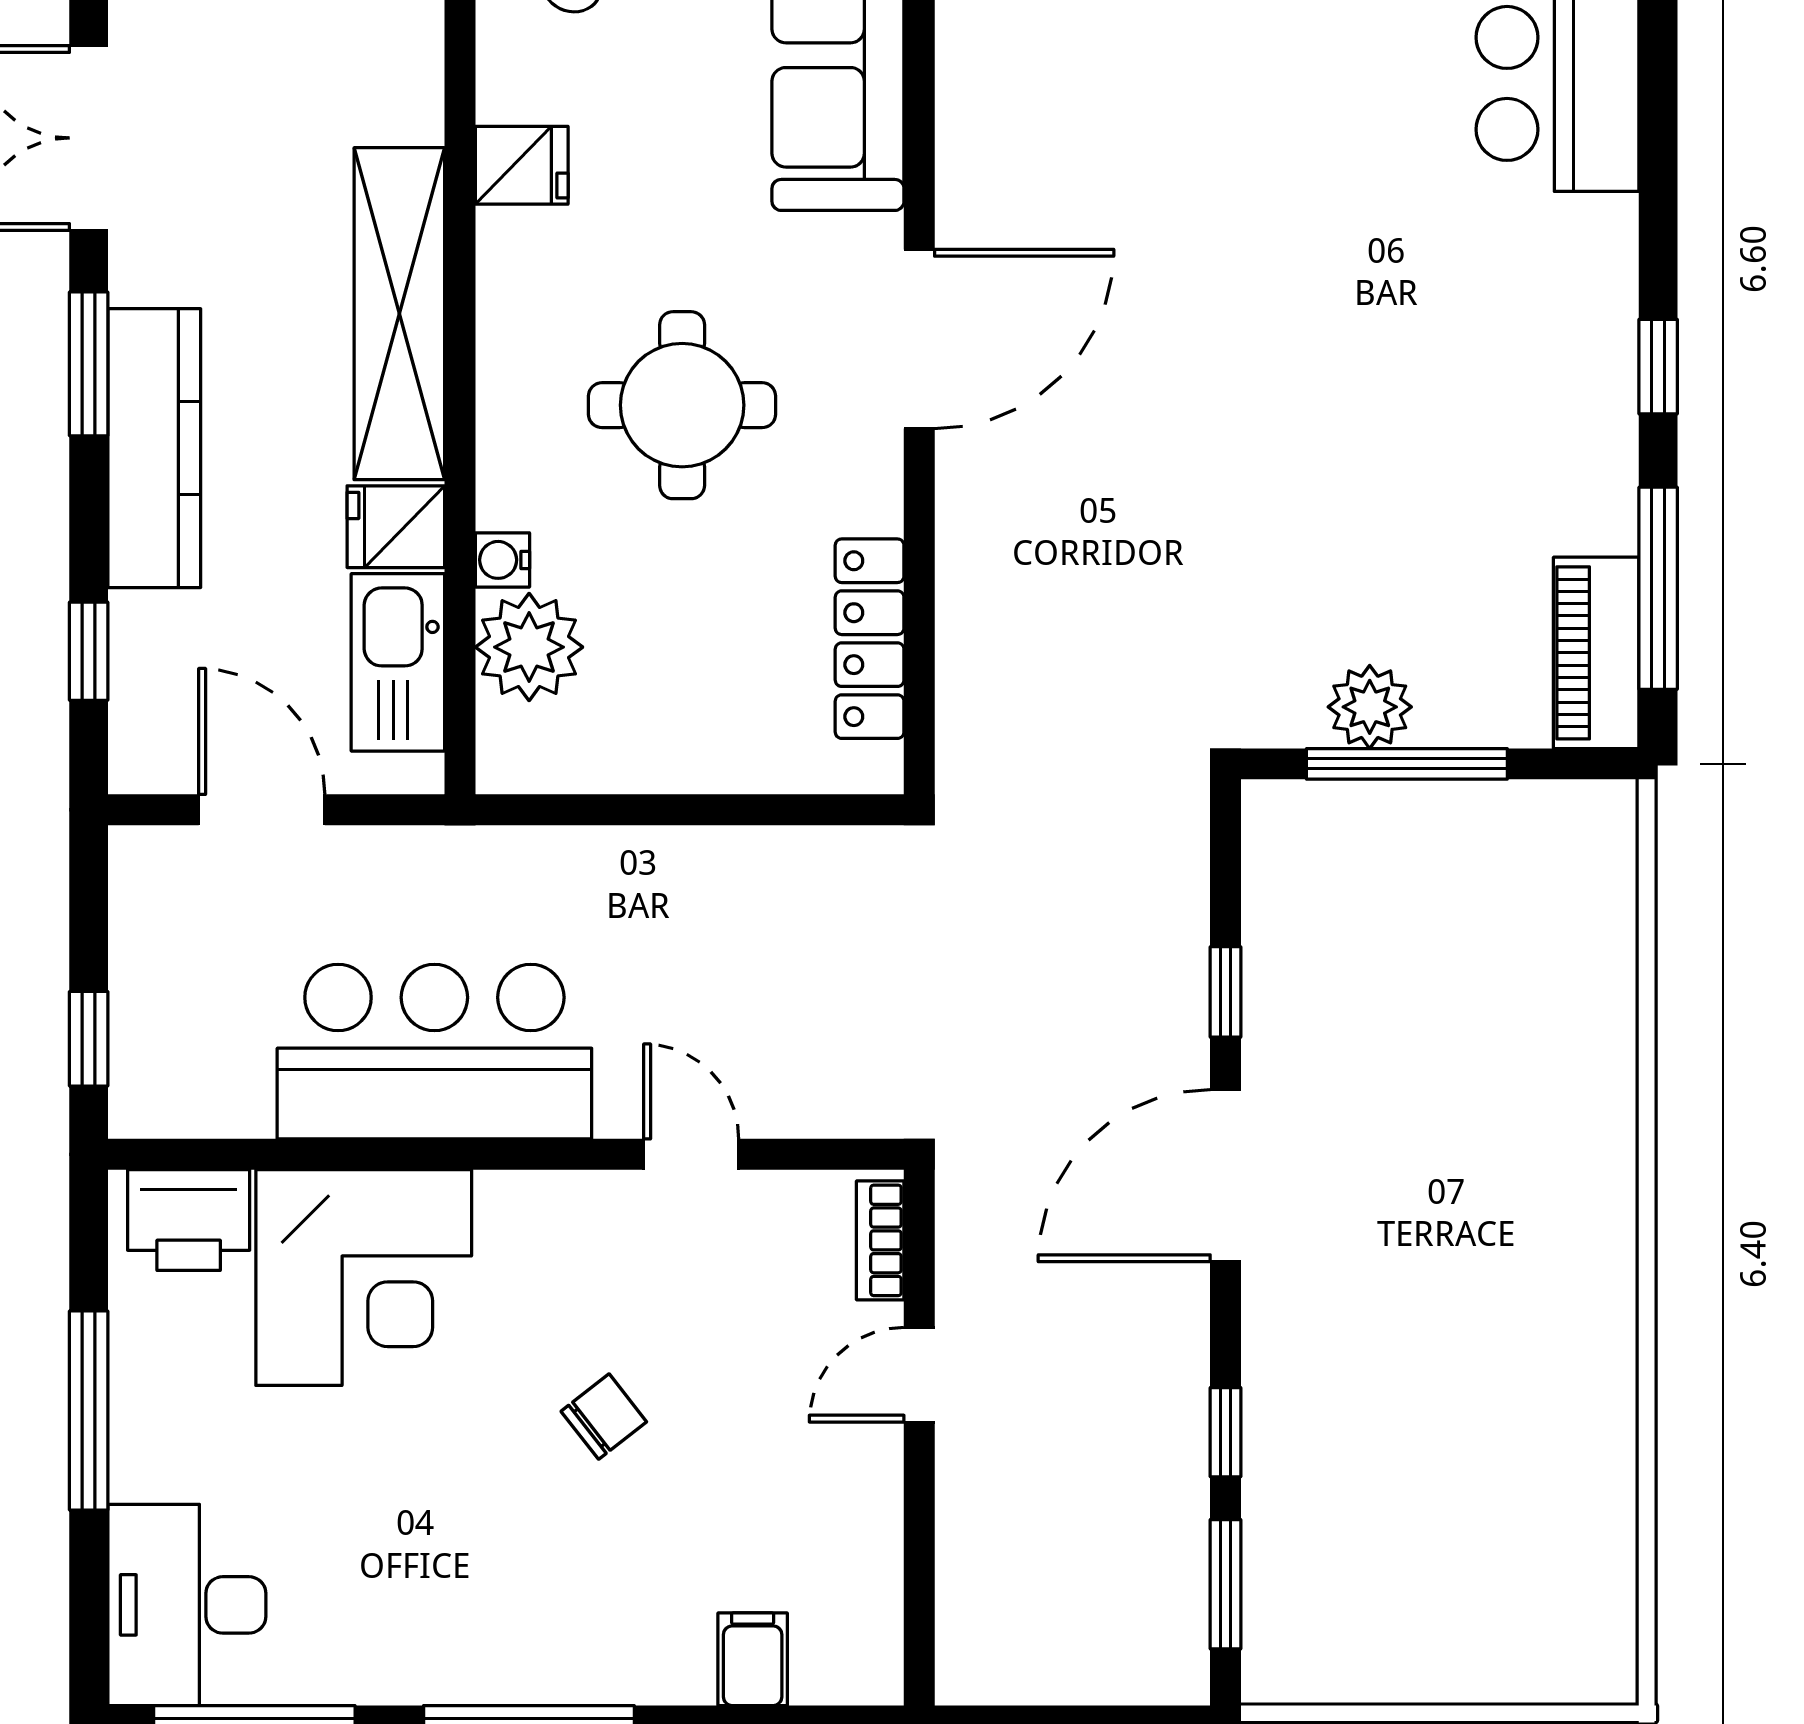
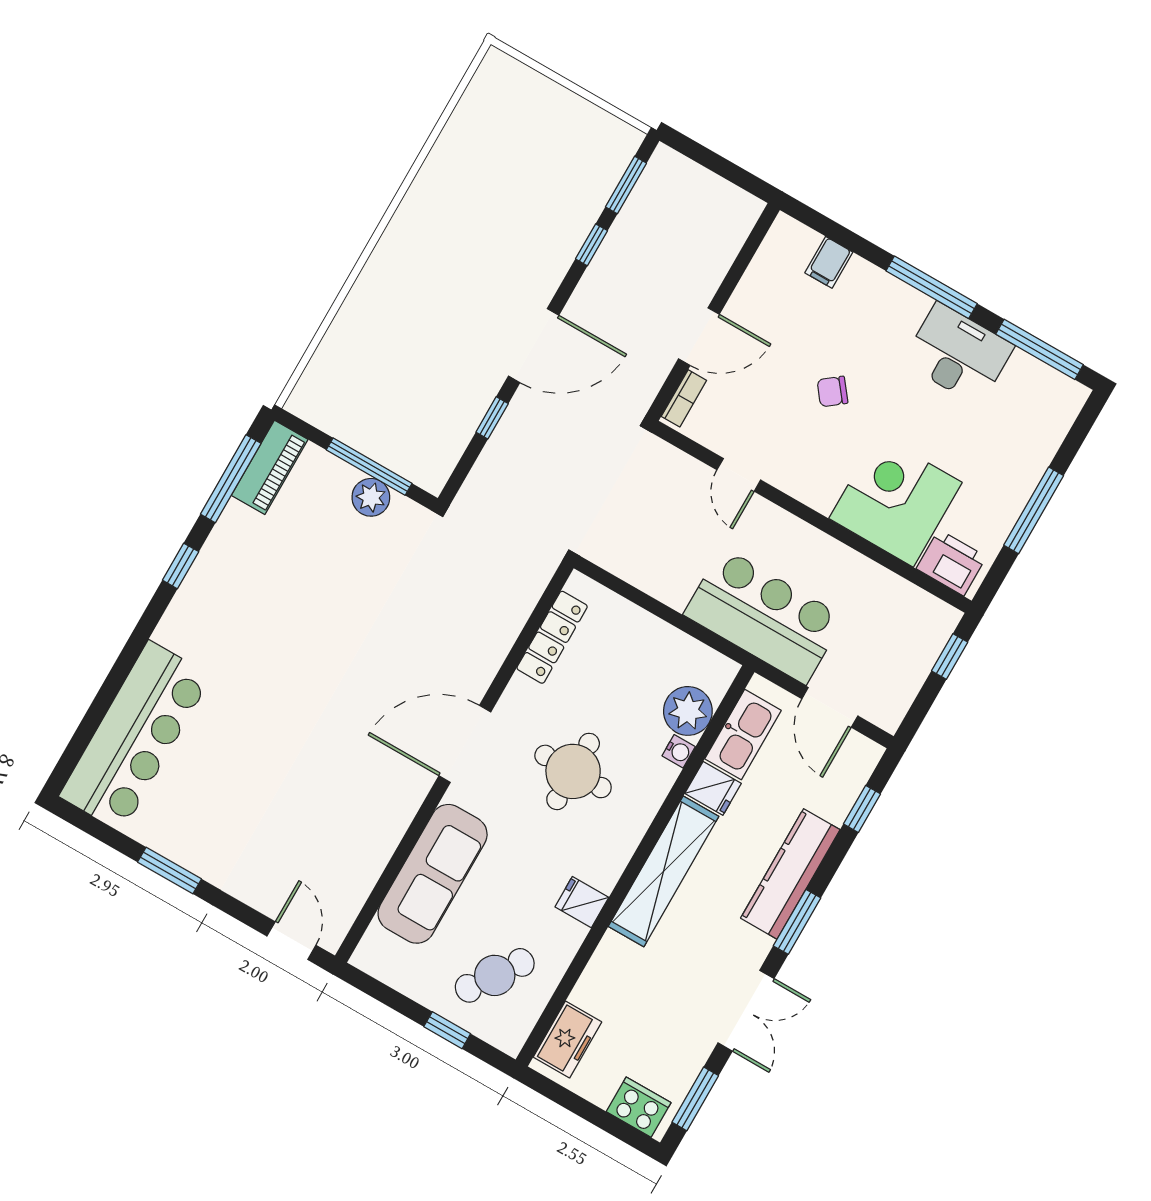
bar counter: (434, 1052) -> (764, 616), moved, turned 180
door: (919, 1375) -> (699, 337), width x1.37
desk: (187, 1605) -> (958, 354), moved, turned -90

